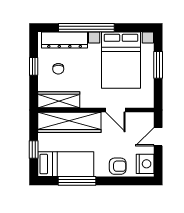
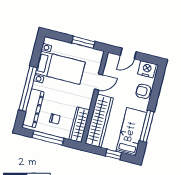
bed with nightstands: (121, 60) -> (60, 68), width x0.73
window: (158, 65) -> (83, 42), moved
window: (34, 66) -> (48, 138), width x2.17
door: (158, 137) -> (128, 54), hinge flipped
armchair: (118, 166) -> (143, 91), turned -90

